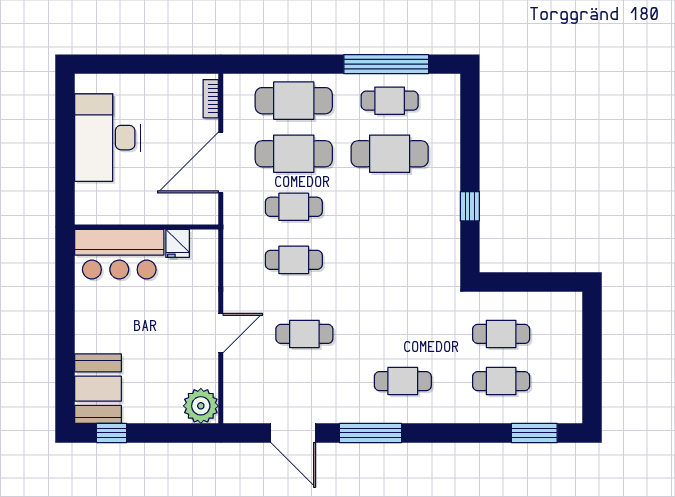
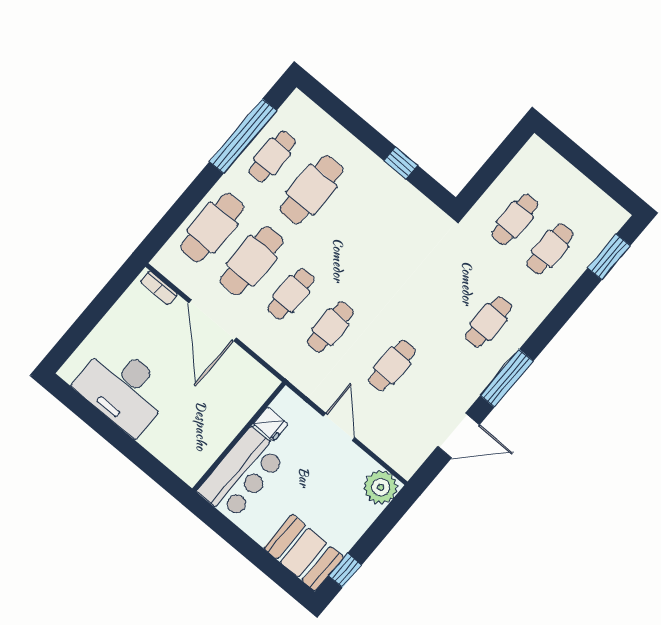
wall: (147, 227) -> (239, 437), moved
fridge: (178, 243) -> (270, 424), moved
bar counter: (119, 254) -> (242, 474), moved

